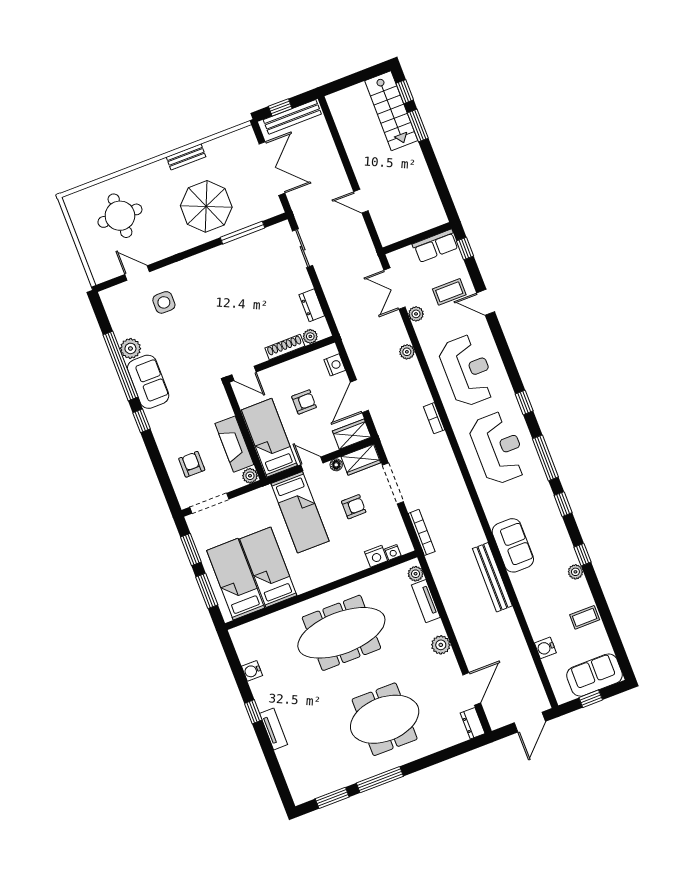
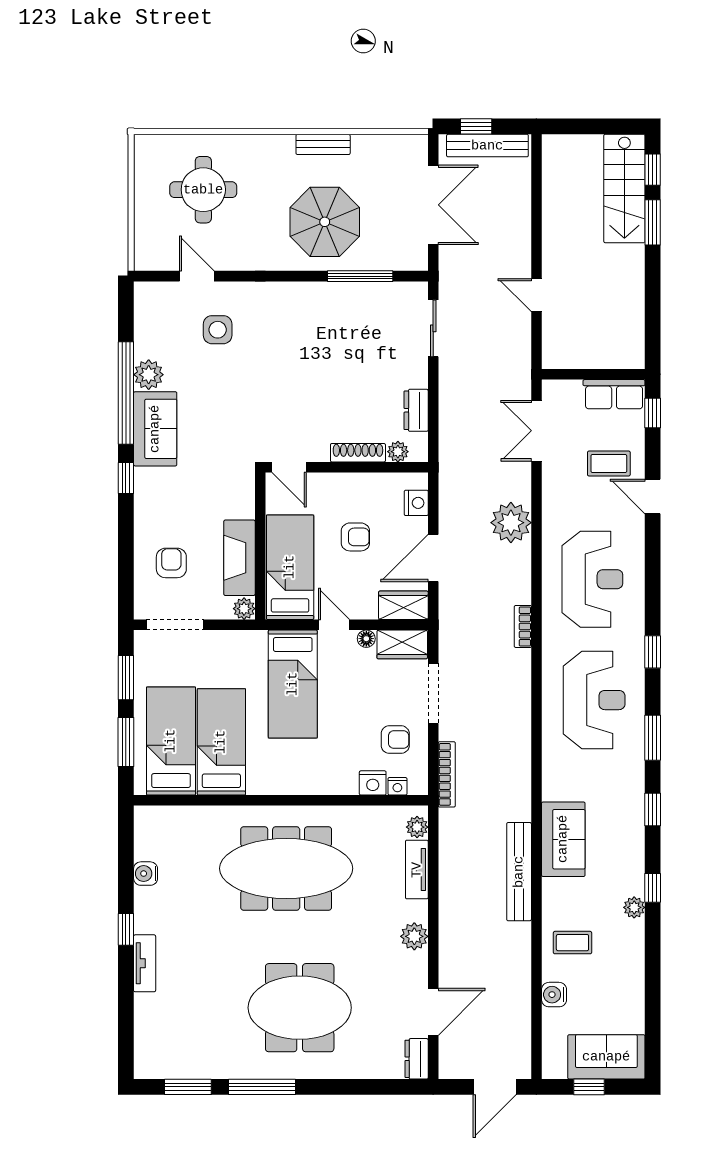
plant: (416, 314) -> (552, 476), removed
plant: (407, 352) -> (511, 523), width x1.87, depth x1.87
window: (545, 458) -> (653, 738), width x0.69
armchair: (354, 507) -> (395, 740), moved
coffee table: (585, 617) -> (572, 943), moved

